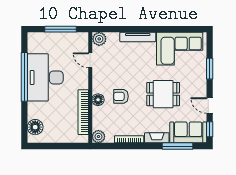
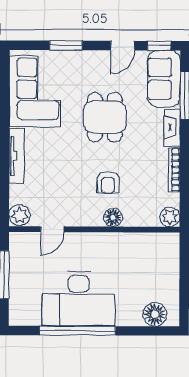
bookcase: (83, 112) -> (132, 240), removed

